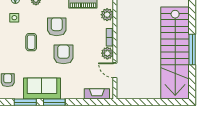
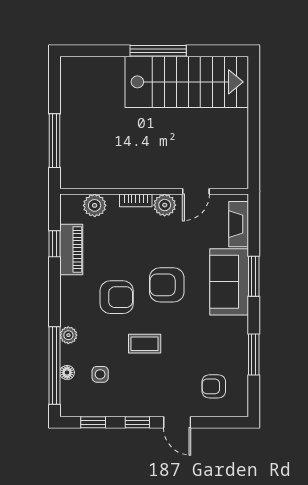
armchair: (57, 27) -> (117, 297), turned 180
stairs: (175, 53) -> (187, 82), width x0.73
sofa: (42, 89) -> (229, 282), moved
window: (54, 102) -> (254, 276), moved

